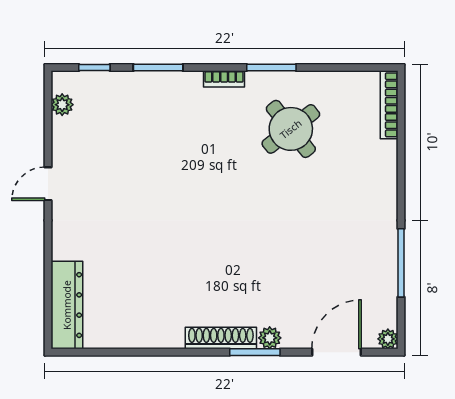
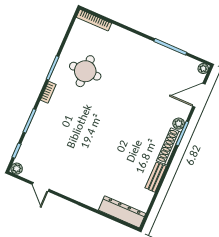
plant: (62, 105) -> (17, 169), moved
round table: (291, 129) -> (85, 71), turned 38
door: (48, 184) -> (41, 187), moved
bench: (155, 338) -> (156, 177), added
door: (337, 352) -> (199, 95), hinge flipped

